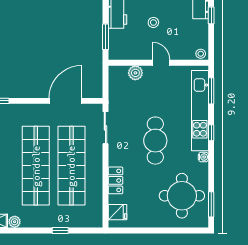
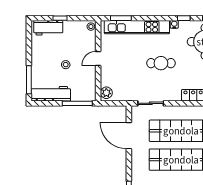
window: (105, 37) -> (77, 103), width x1.44
plant: (135, 73) -> (106, 93), moved
window: (211, 133) -> (184, 18), moved
cafe table: (155, 141) -> (161, 63), width x0.73, depth x0.74

